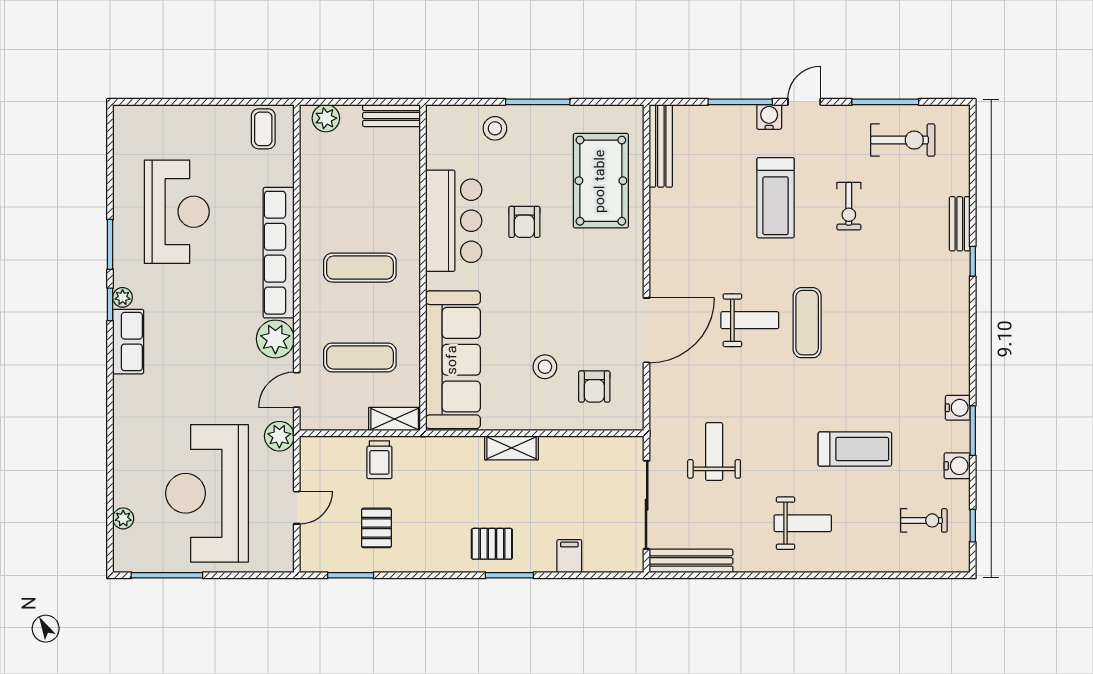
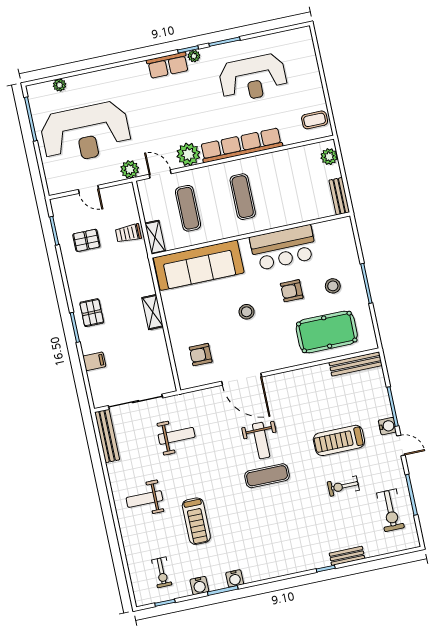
stool: (495, 128) -> (333, 286), moved
stool: (545, 367) -> (247, 312), moved
reception desk: (207, 493) -> (86, 133), turned 180
weight bench: (803, 523) -> (144, 499), turned 90

